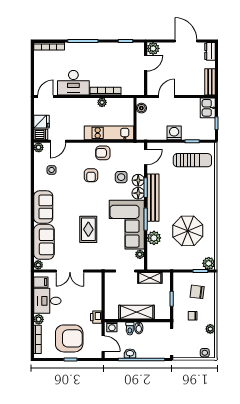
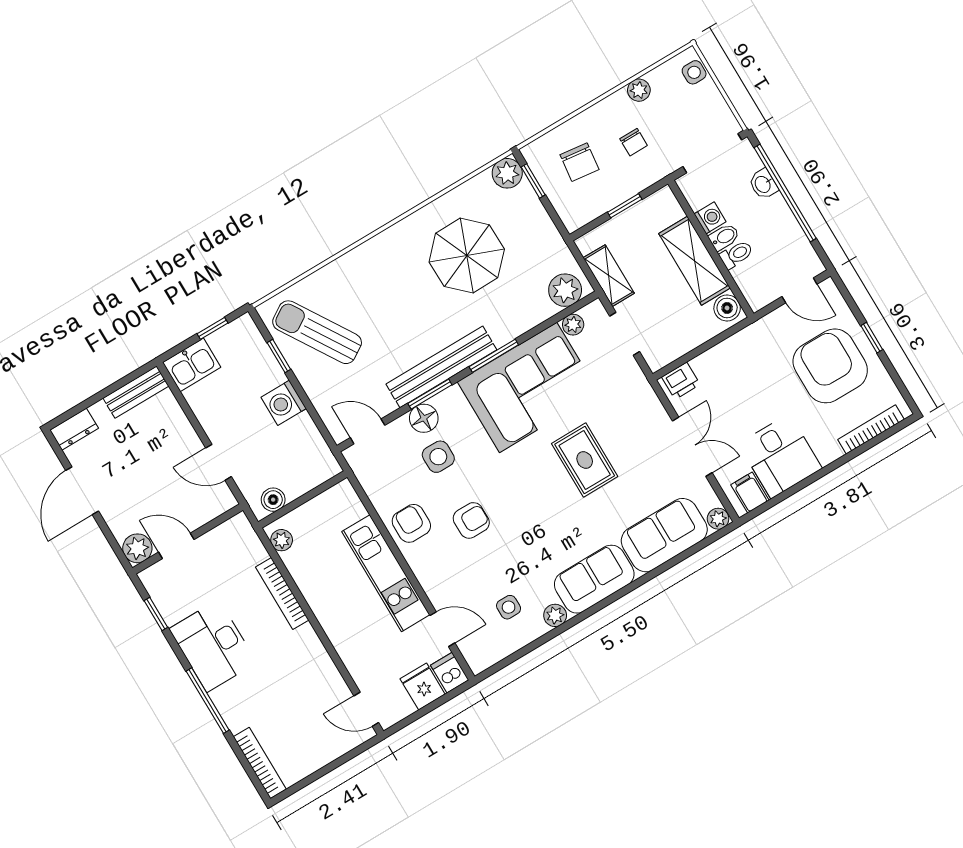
desk: (73, 83) -> (213, 646), moved, turned 180
plant: (102, 102) -> (282, 540), moved
kitchen unit: (109, 133) -> (386, 573), moved
plant: (39, 147) -> (555, 615), moved
armchair: (103, 153) -> (411, 523), turned 180
sun lounger: (192, 160) -> (317, 332), turned -32
floor lamp: (138, 193) -> (450, 402), removed
rug: (88, 229) -> (585, 460), turned 90
plant: (154, 238) -> (565, 290), moved
boiler: (112, 314) -> (727, 308), added
printer: (96, 317) -> (681, 381), moved
plant: (39, 319) -> (828, 451), removed
washing machine: (112, 327) -> (710, 218), moved
door: (103, 344) -> (799, 290), swing flipped
washbasin: (130, 354) -> (763, 184), moved

